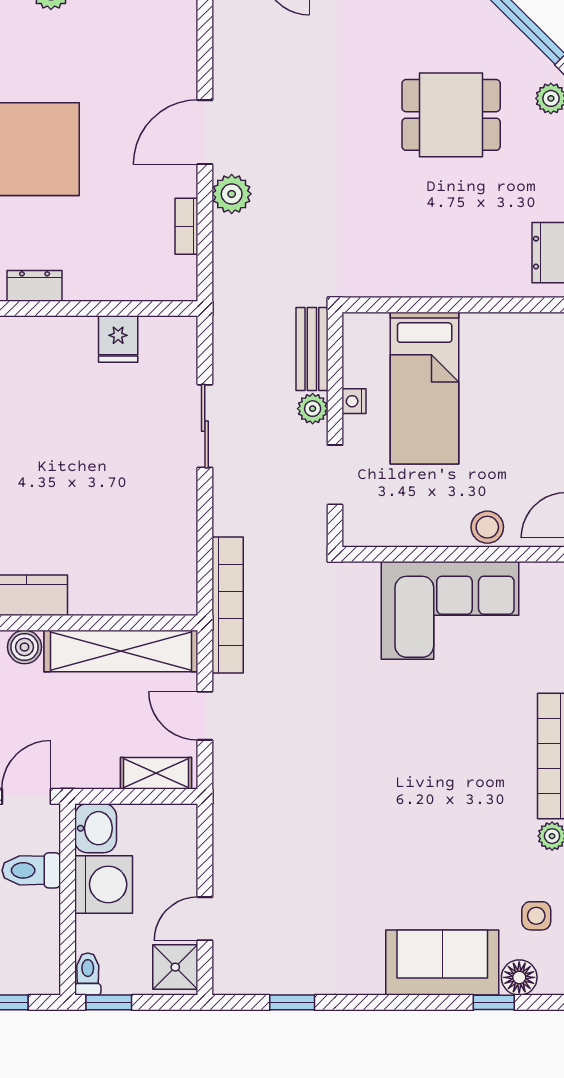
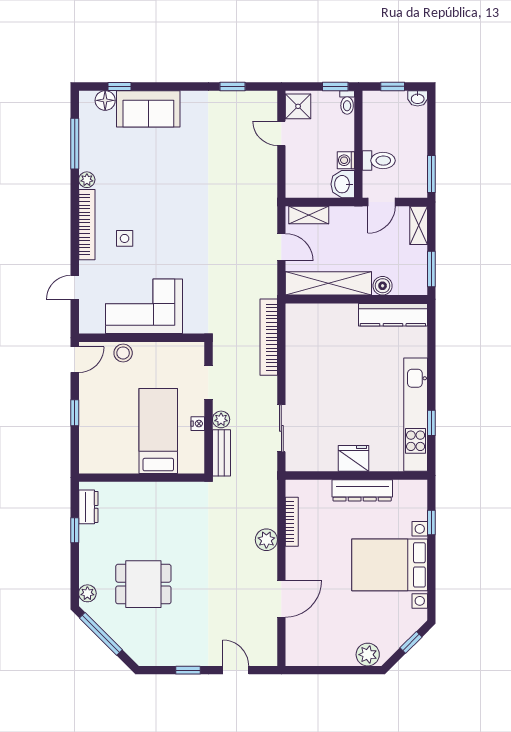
door: (205, 132) -> (281, 599), moved
bookcase: (186, 226) -> (292, 522), width x1.56
dresser: (35, 286) -> (362, 490), width x1.96, depth x1.24
fridge: (118, 339) -> (354, 458), moved, width x1.38
sliding door: (205, 426) -> (281, 428), moved
bookcase: (228, 605) -> (269, 337), moved
washing machine: (104, 884) -> (346, 160), width x0.53, depth x0.53
side table: (536, 916) -> (125, 238), moved
door: (205, 919) -> (281, 133), swing flipped

